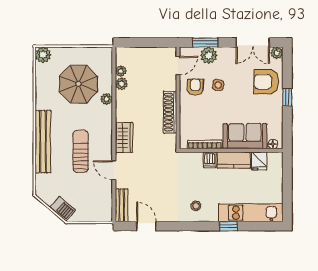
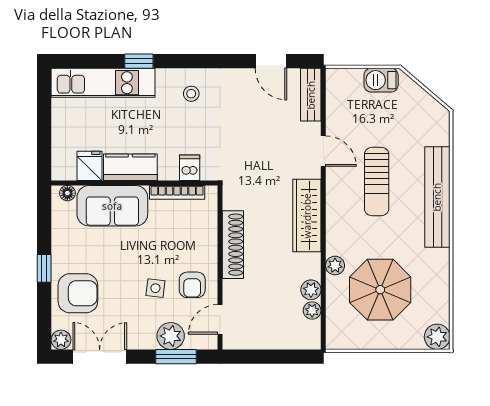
wardrobe: (124, 138) -> (307, 216), width x1.50
dishwasher: (210, 160) -> (190, 168), moved
barbecue: (63, 209) -> (381, 80), moved, turned -40

